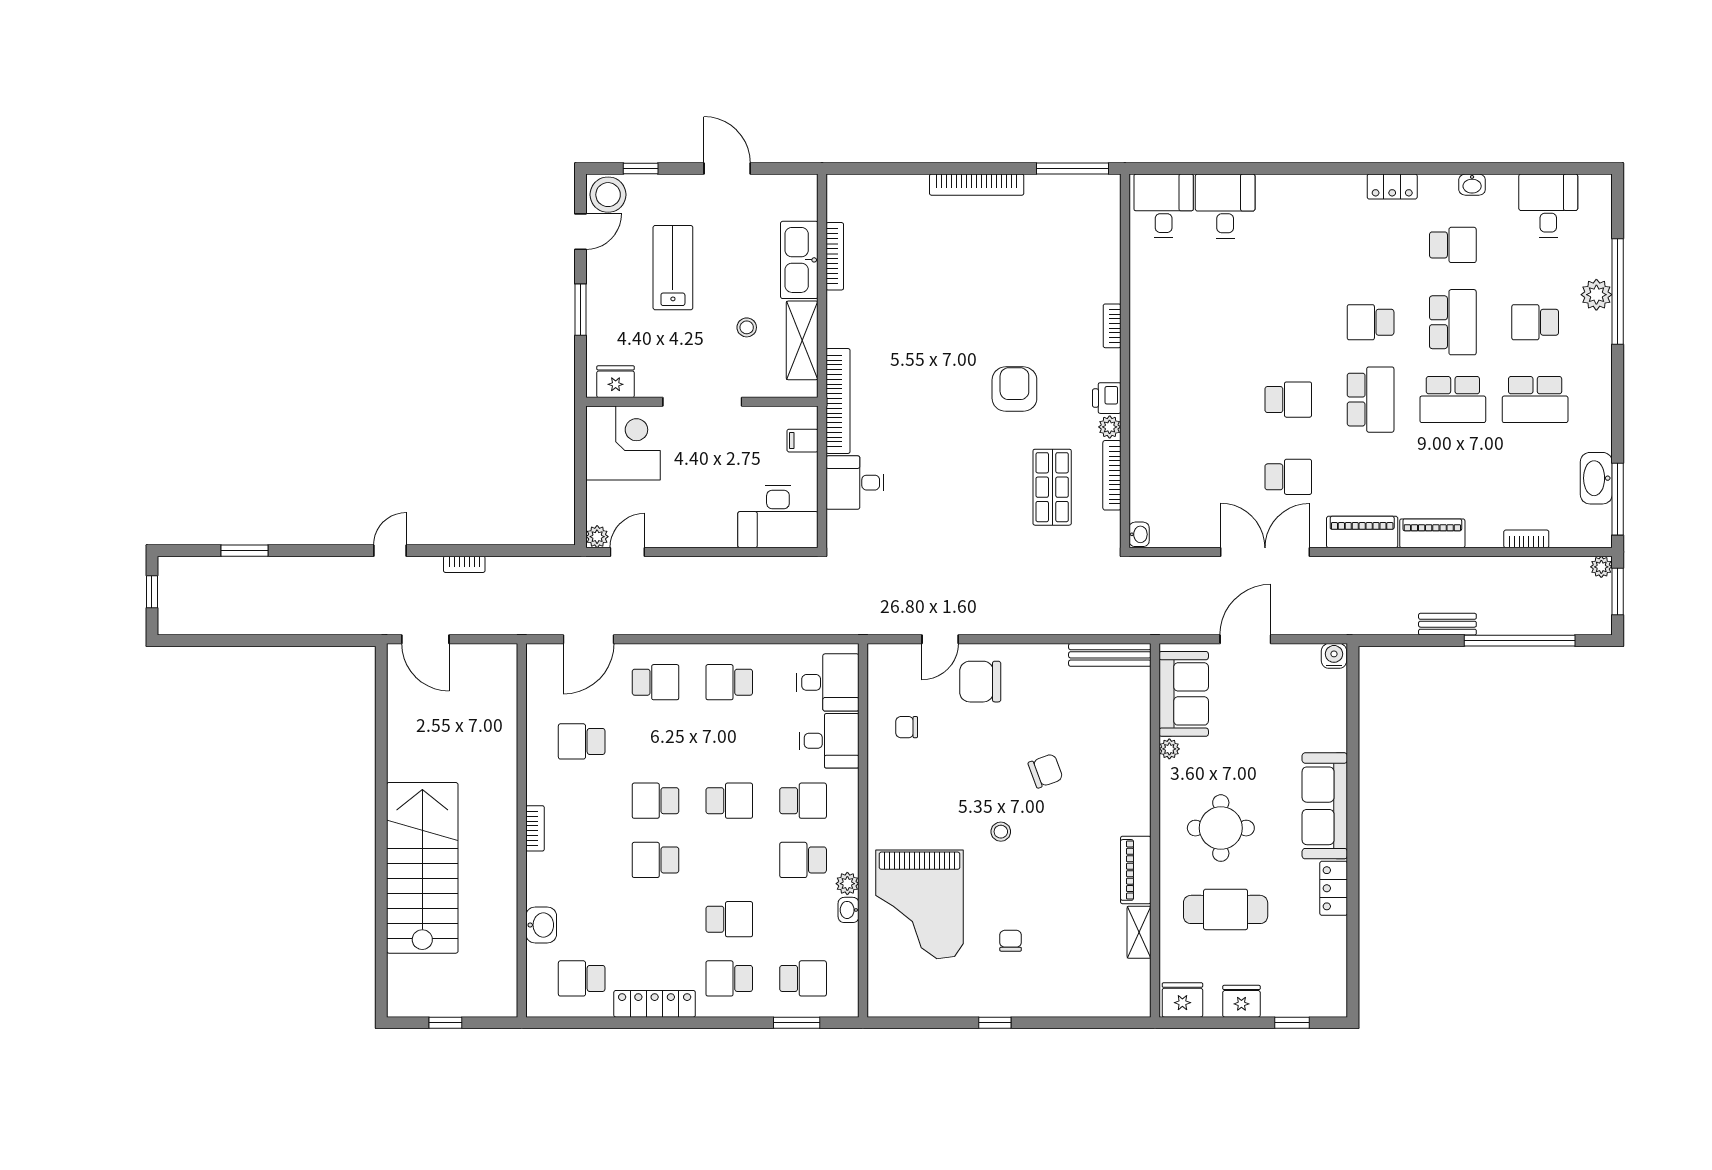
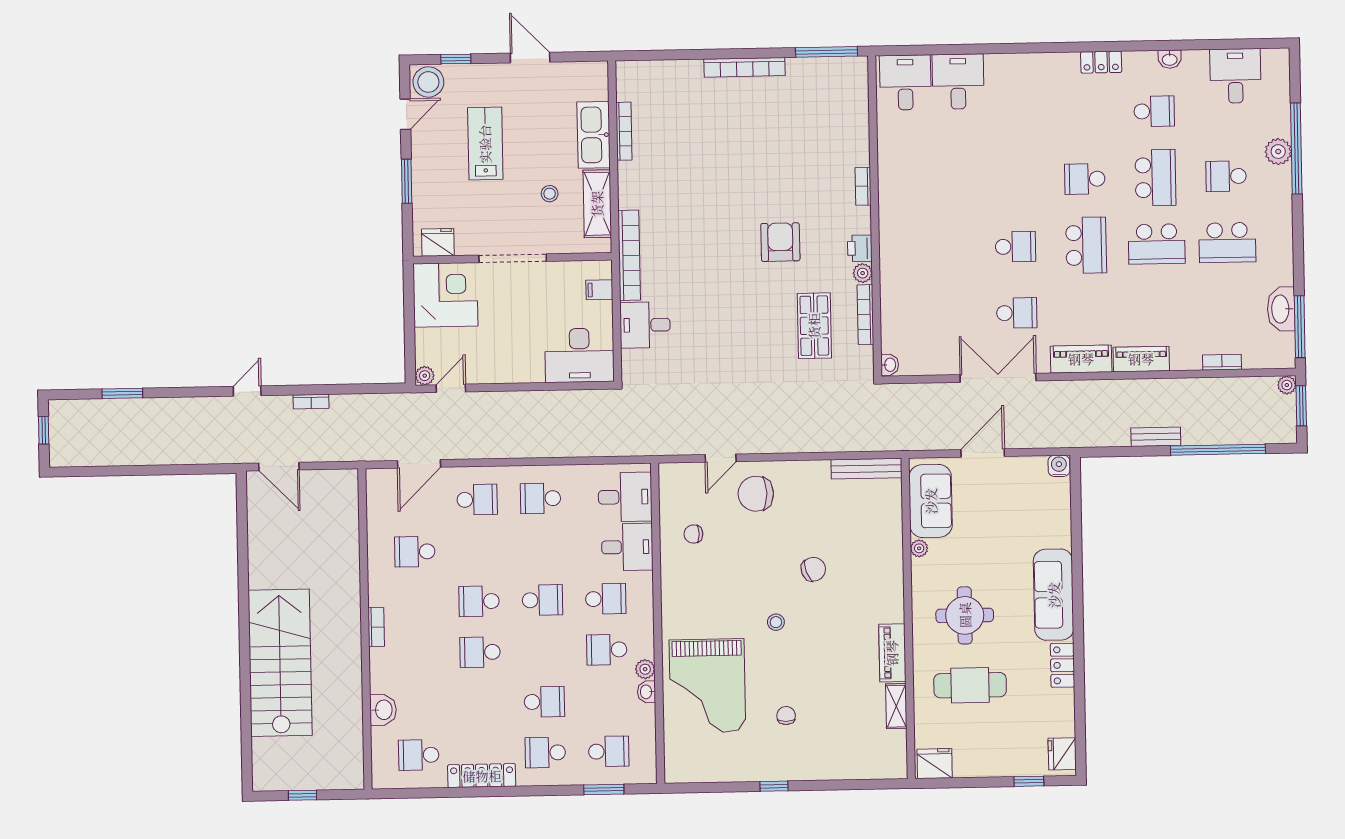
fridge: (1241, 1001) -> (1062, 754), moved, turned -90

